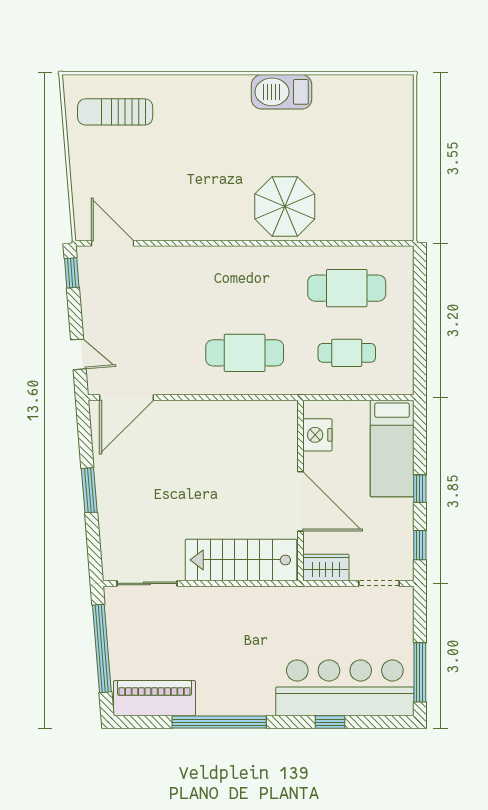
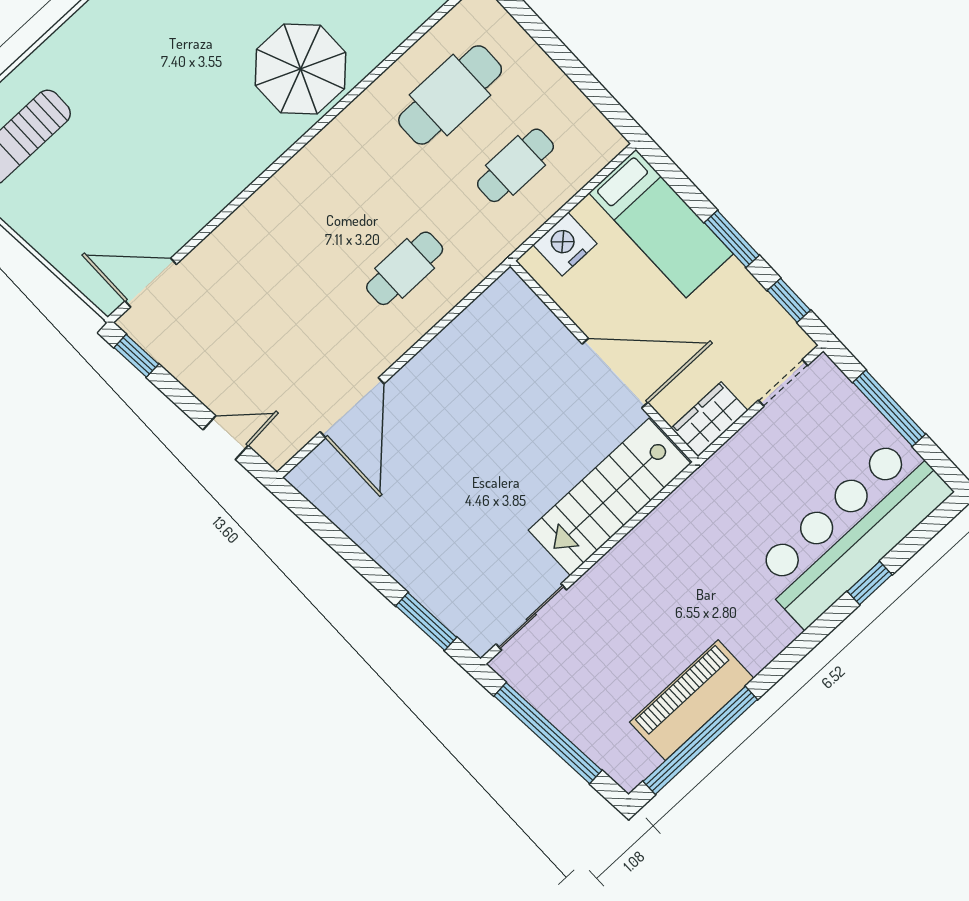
cafe table: (245, 353) -> (405, 268), width x0.73, depth x0.74
door: (126, 398) -> (352, 408), moved
nightstand: (317, 435) -> (565, 244), moved, turned 90
window: (420, 489) -> (732, 239), width x1.50
window: (89, 490) -> (426, 622), moved
window: (420, 672) -> (889, 408), moved
piano: (154, 698) -> (692, 700), moved
window: (219, 722) -> (700, 740), moved

